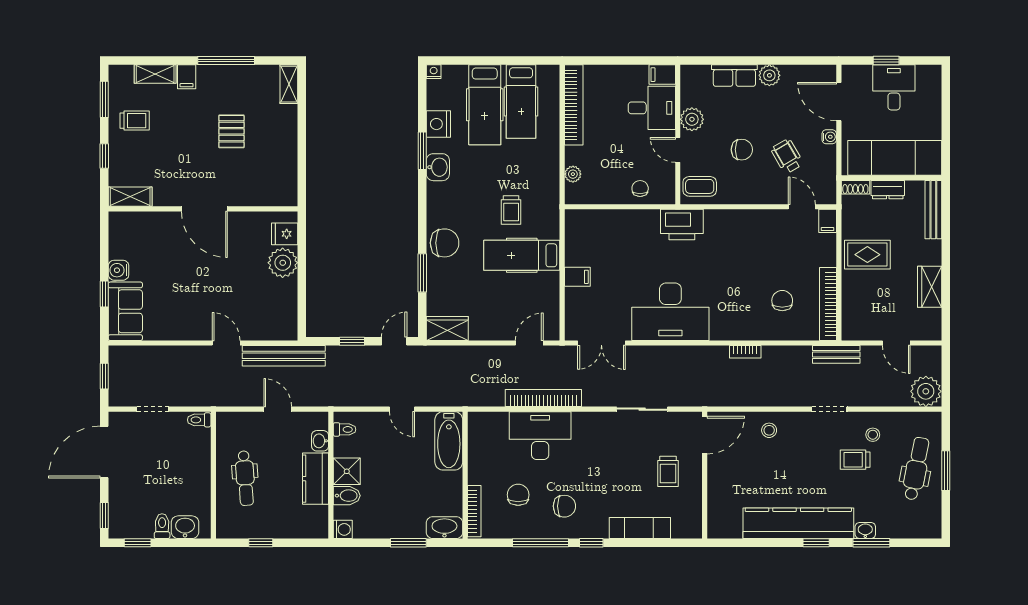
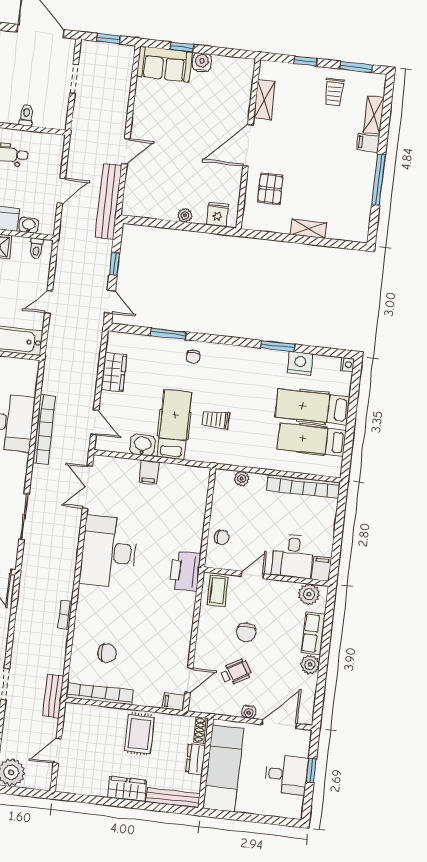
shelving: (289, 84) -> (308, 229), moved
plant: (692, 119) -> (309, 594), moved
pallet: (231, 131) -> (270, 189), moved, turned 90
washbasin: (438, 167) -> (142, 445), moved, turned 180
shelving: (130, 197) -> (264, 100), moved
chair: (445, 243) -> (193, 357), width x0.54, depth x0.54
plant: (283, 263) -> (185, 215), width x0.53, depth x0.53
wardrobe: (930, 287) -> (127, 789), moved
wardrobe: (447, 328) -> (114, 372), moved
toilet: (199, 420) -> (26, 115), moved

